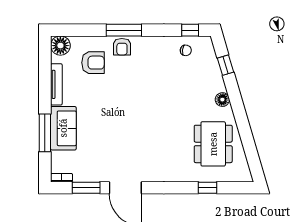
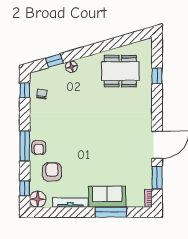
window: (73, 30) -> (25, 188), added
armchair: (122, 47) -> (39, 148), turned 90
floor lamp: (222, 100) -> (71, 67), moved

